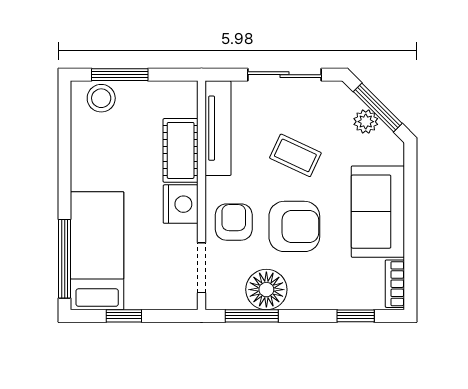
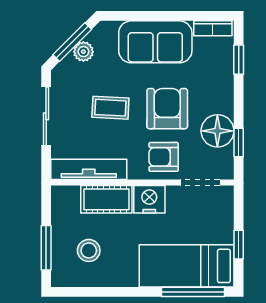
stool: (101, 98) -> (89, 250), moved
coffee table: (295, 155) -> (110, 108), turned 68
window: (252, 316) -> (239, 143), width x0.67

